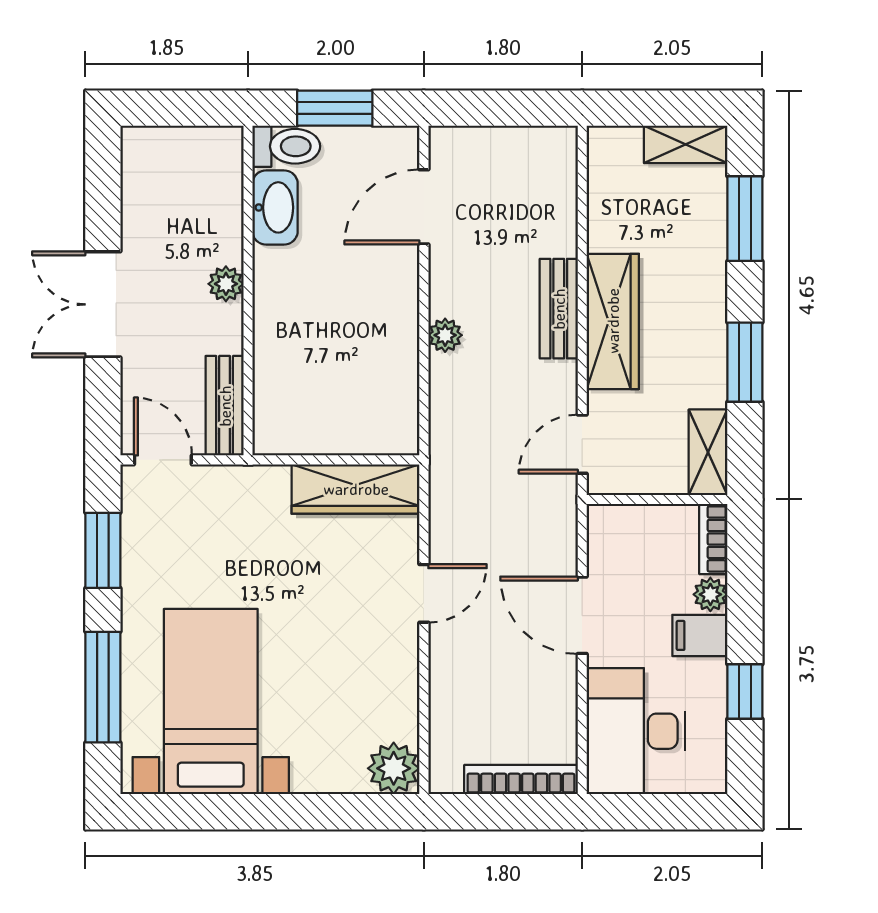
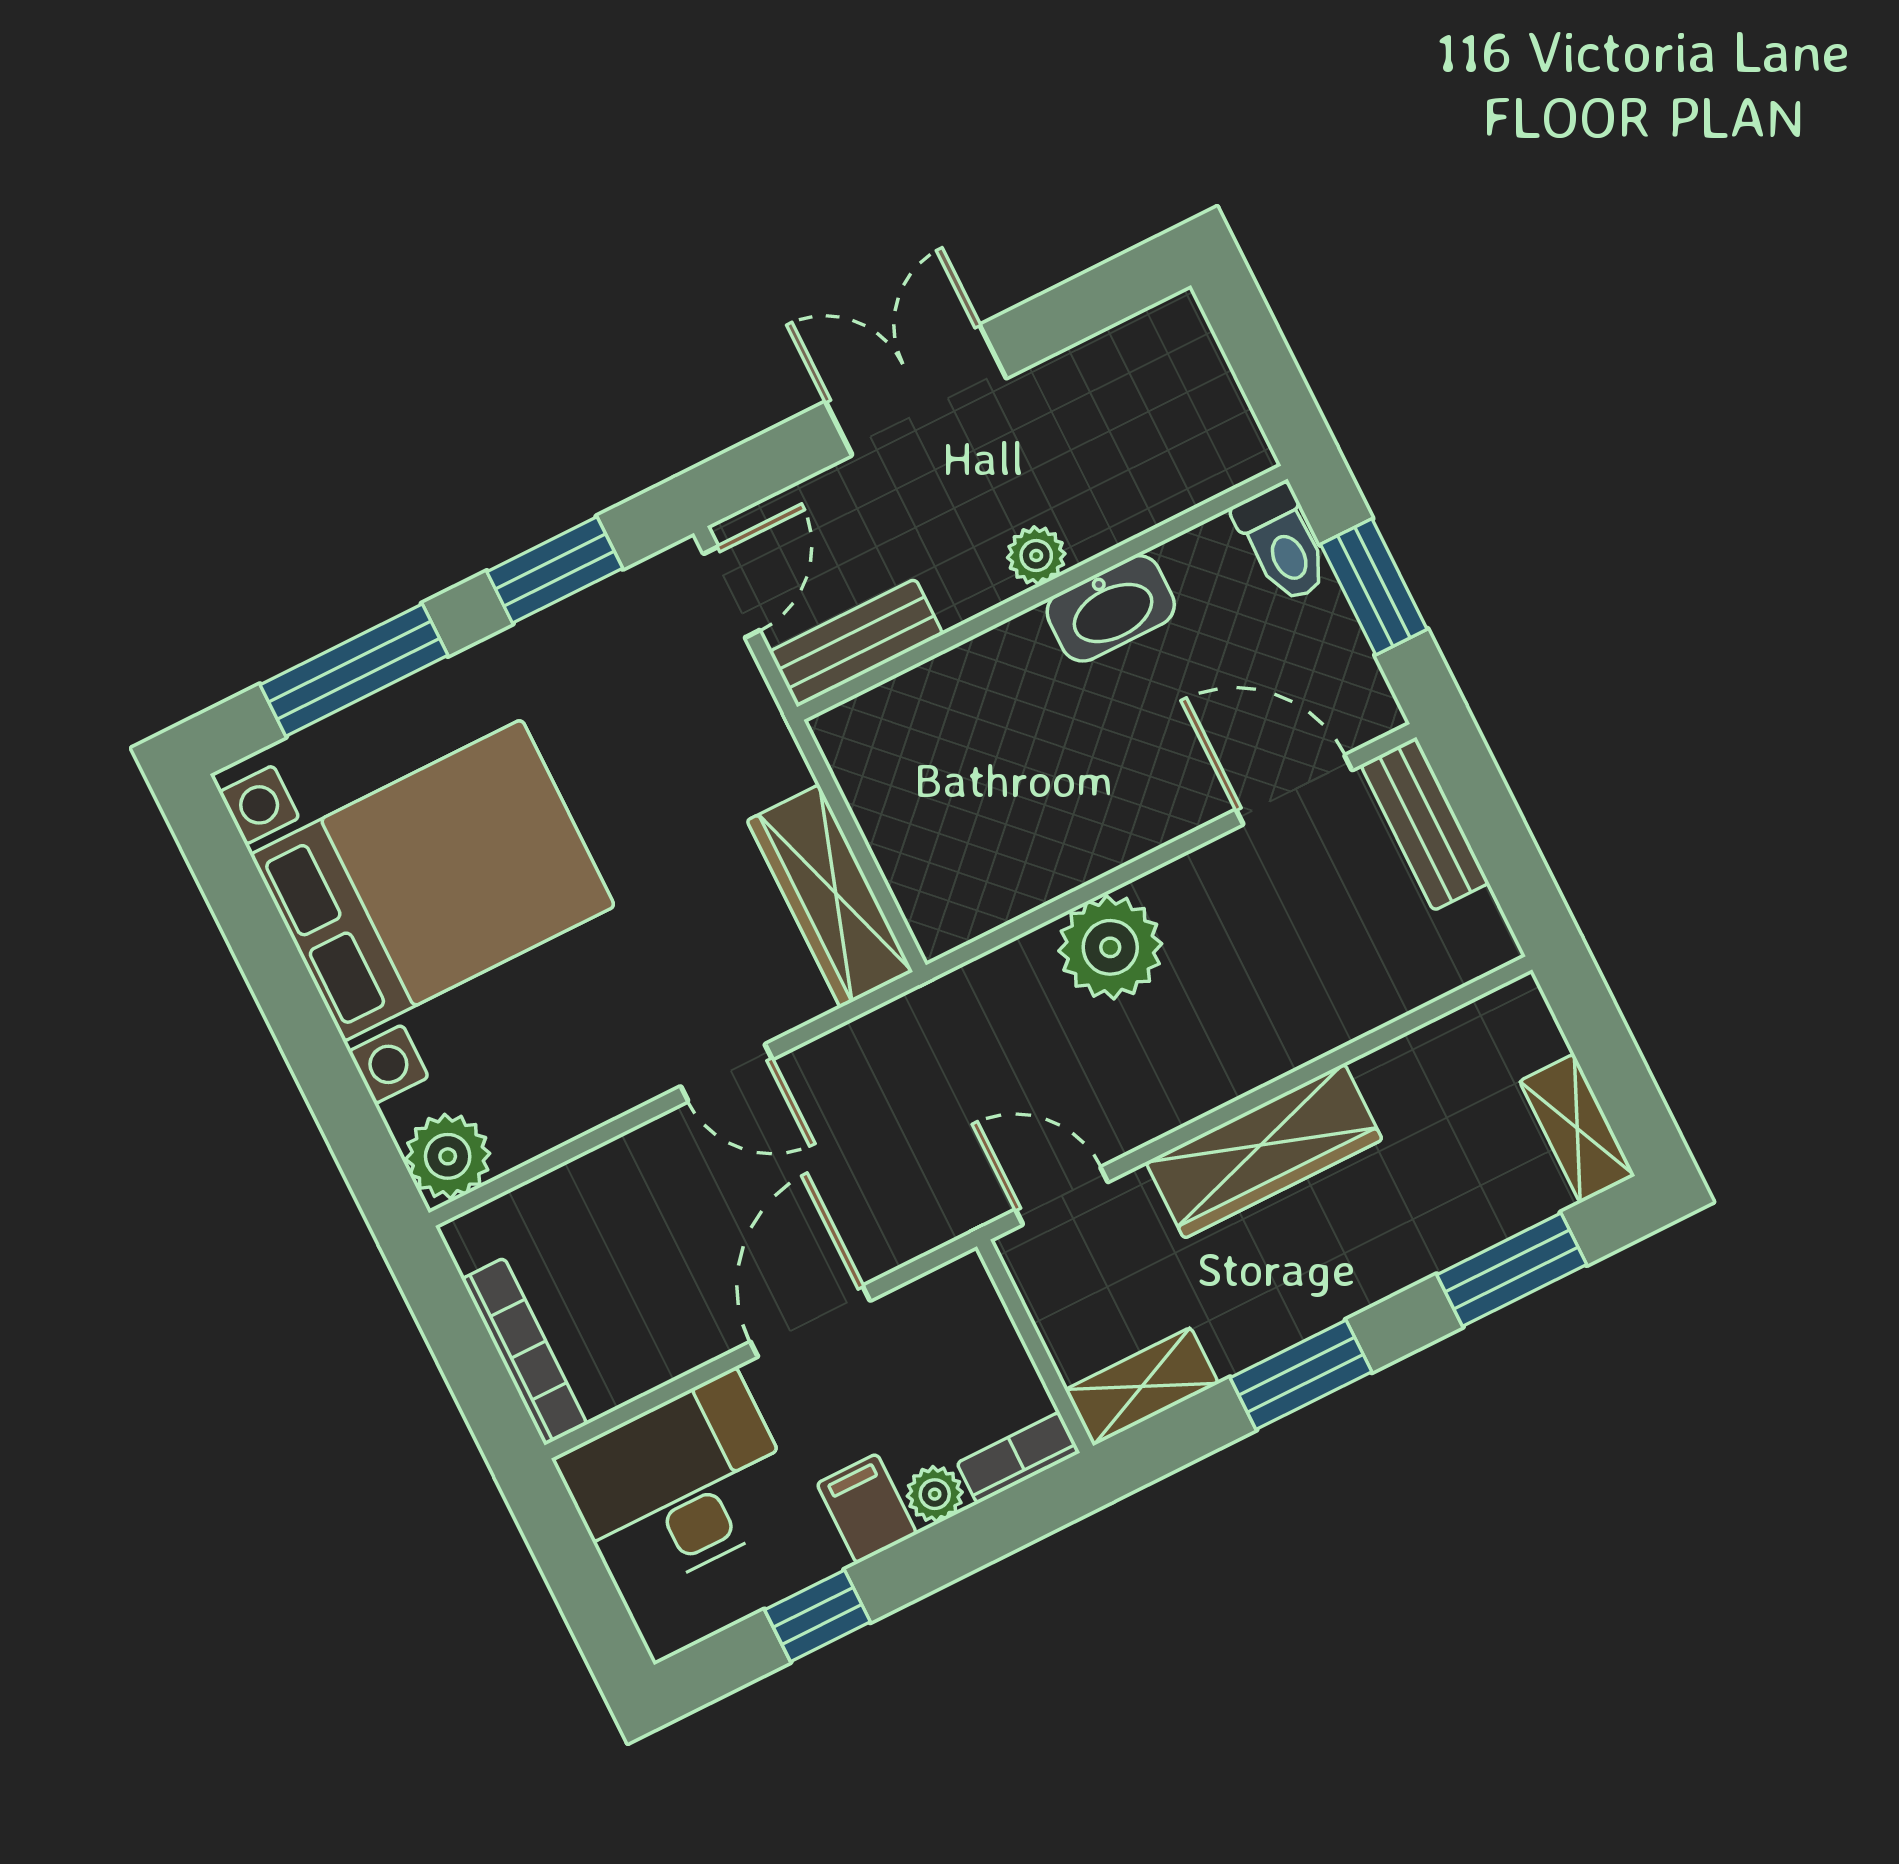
washbasin: (275, 207) -> (1111, 608), moved
bench: (559, 309) -> (1425, 824), moved, turned 90
plant: (445, 335) -> (1110, 947), width x1.88, depth x1.88
bed with nightstands: (211, 702) -> (432, 880), width x1.36

